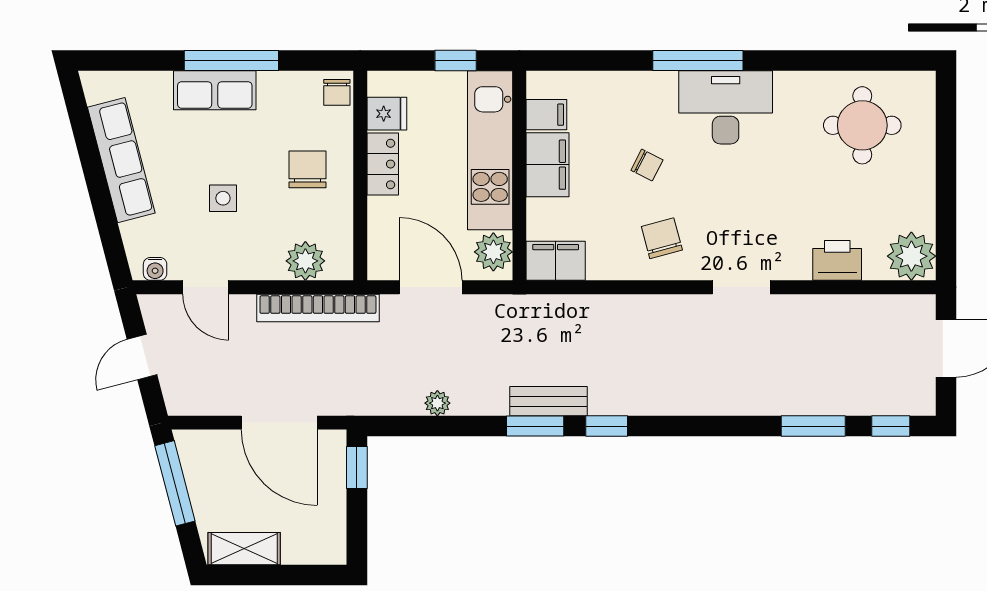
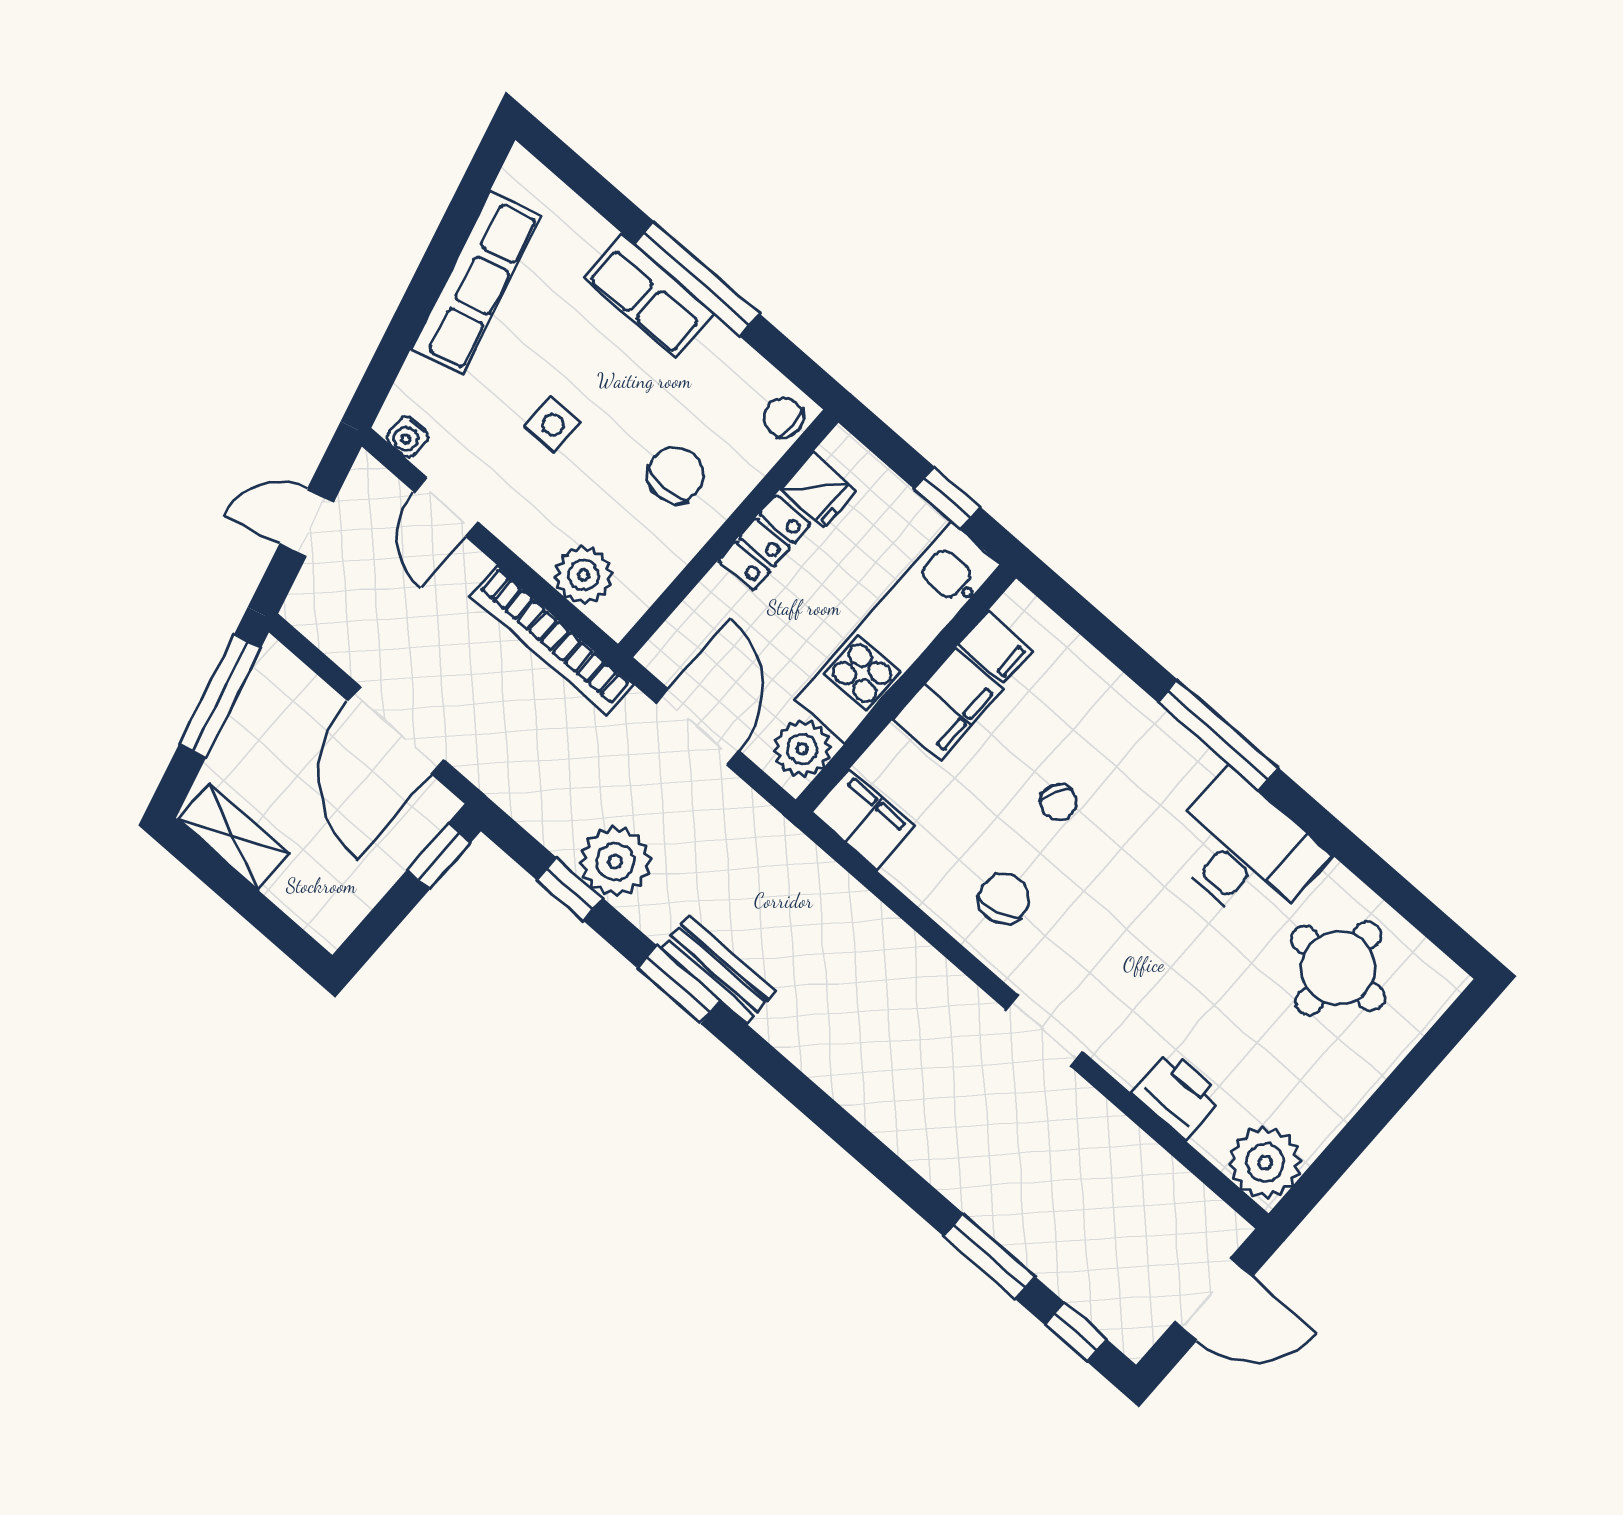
chair: (337, 92) -> (784, 418), turned 90
desk: (726, 107) -> (1245, 851), moved
plant: (437, 403) -> (615, 862), width x1.88, depth x1.88
window: (607, 426) -> (570, 889), moved

